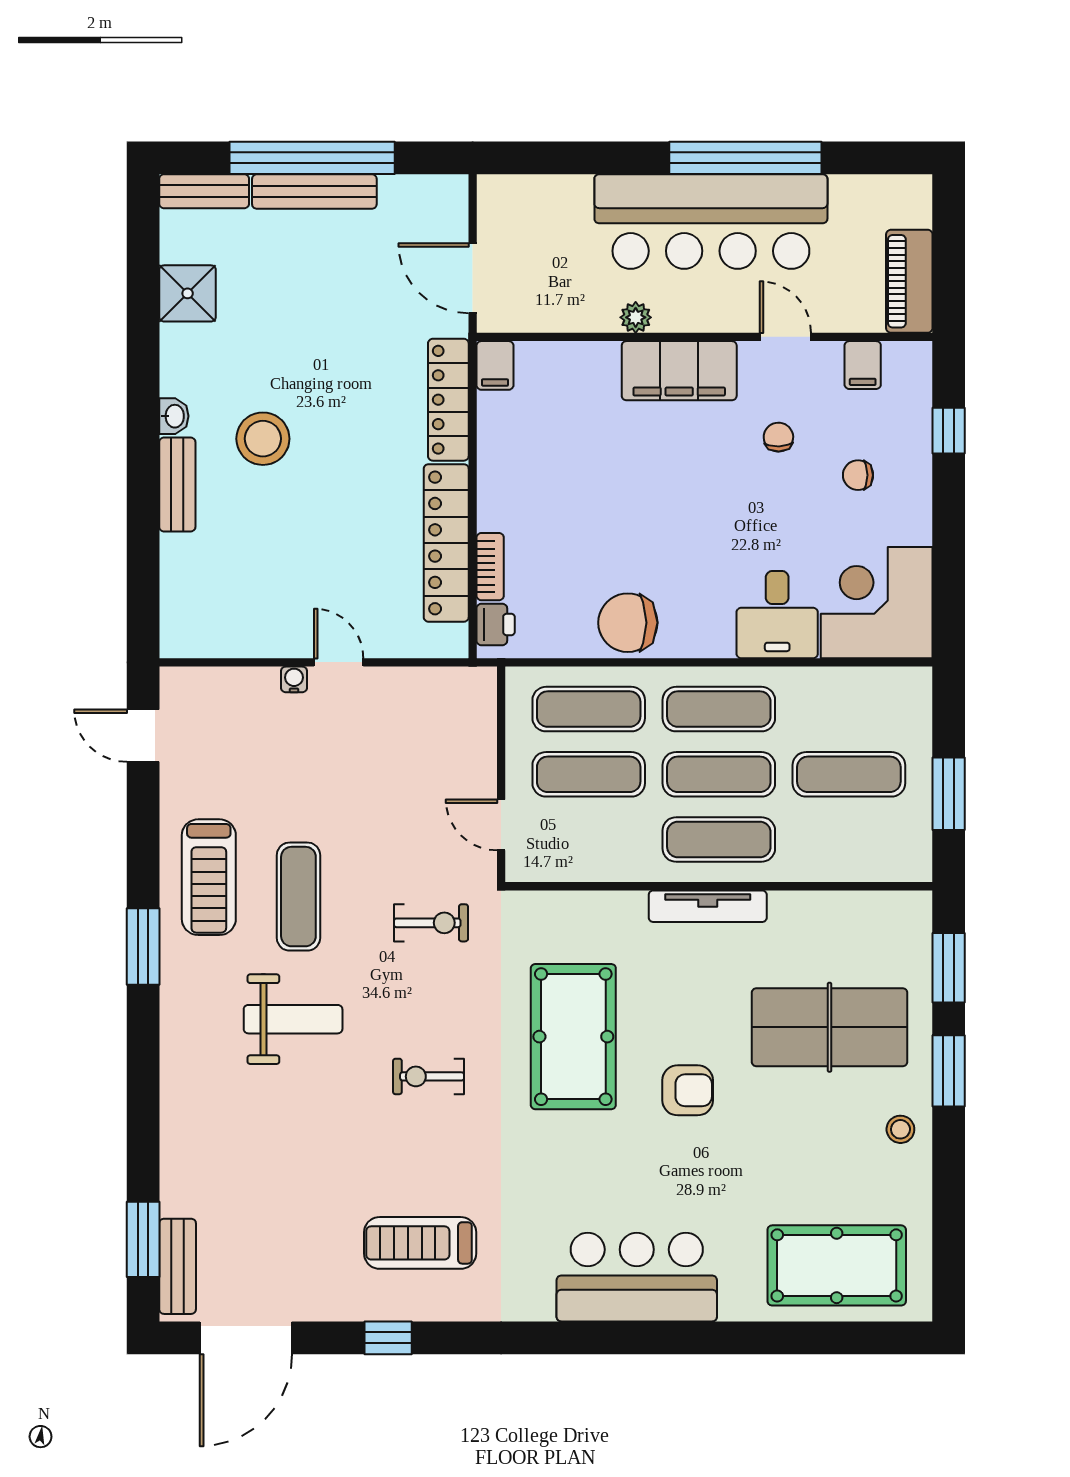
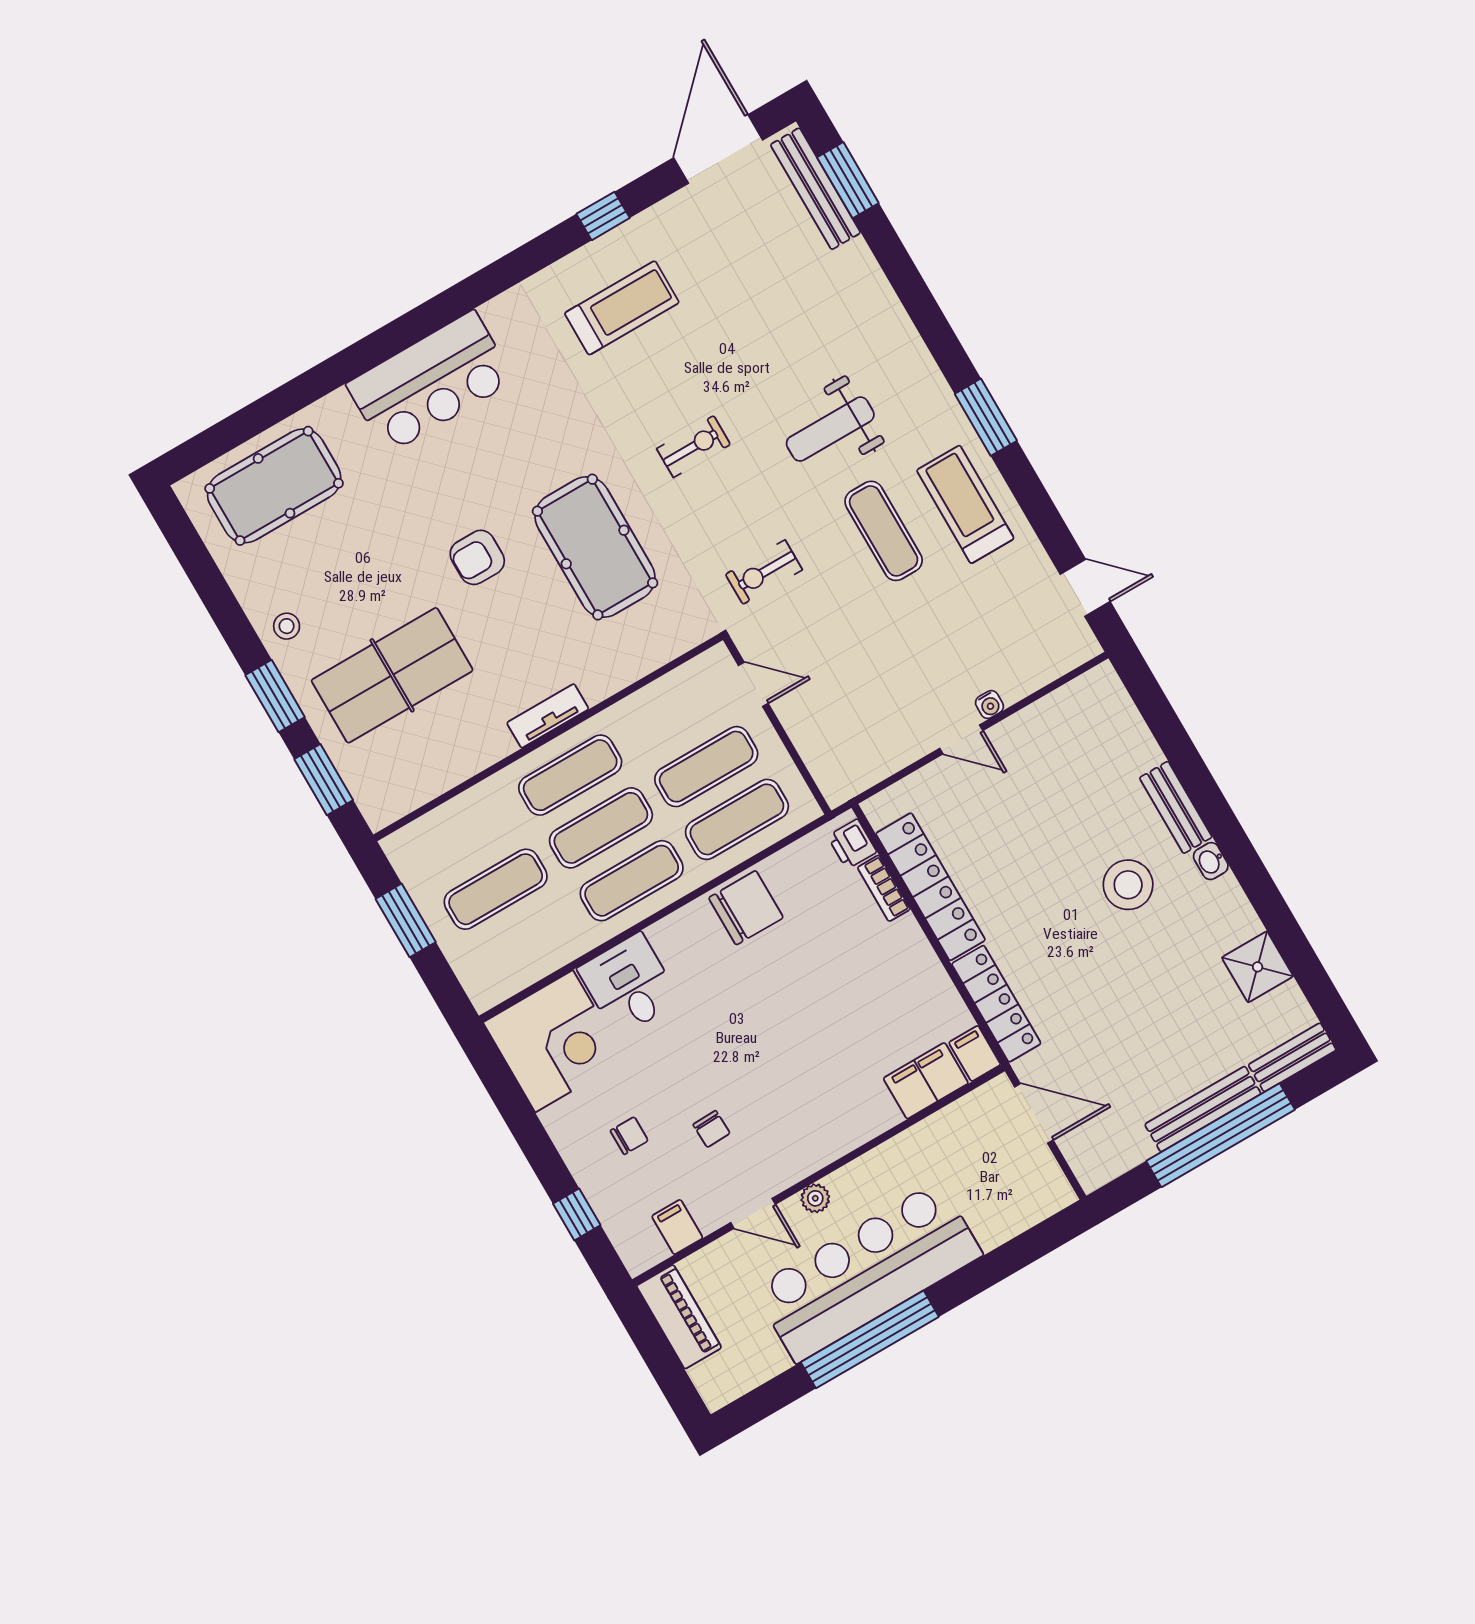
plant: (636, 317) -> (815, 1198), moved
filing cabinet: (679, 371) -> (926, 1081), moved, width x0.67, depth x0.86
tv unit: (708, 906) -> (548, 716), width x0.71
bench: (178, 1266) -> (815, 189), width x1.36

